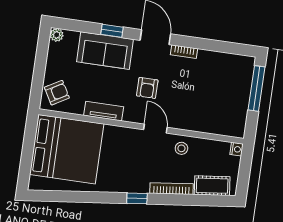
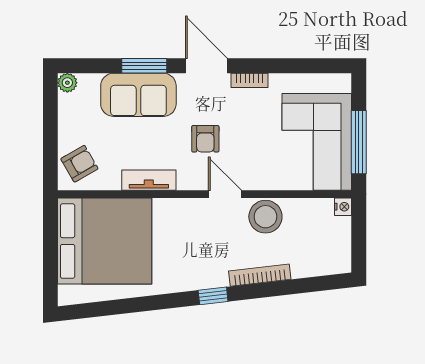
window: (112, 31) -> (144, 66), width x1.50
window: (256, 88) -> (359, 142), moved
corner sofa: (225, 101) -> (317, 142), added
stool: (181, 148) -> (265, 217), width x1.89, depth x1.89
cot: (212, 186) -> (316, 263), removed

